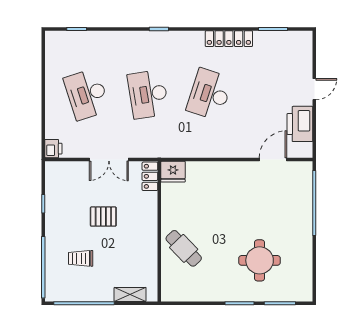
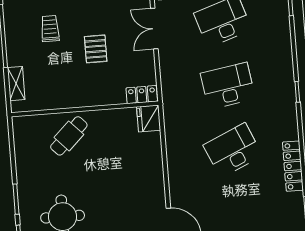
desk: (209, 94) -> (233, 150), turned -42
double door: (109, 160) -> (154, 29), moved

